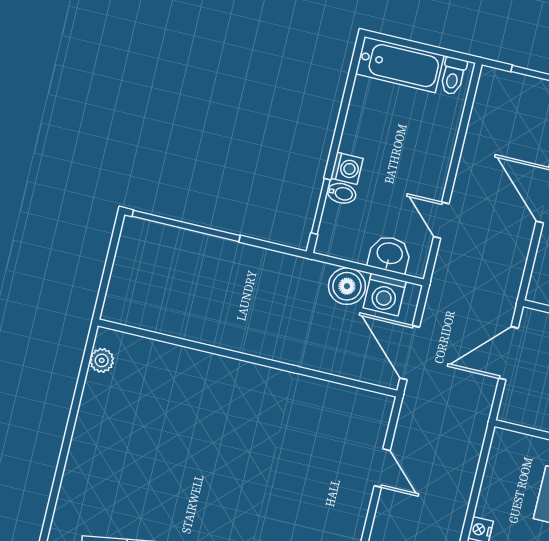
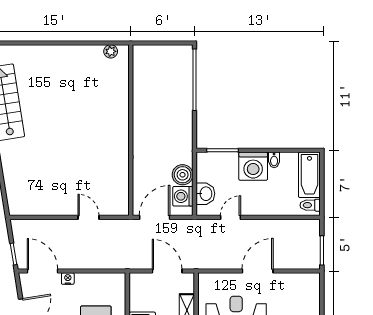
washing machine: (347, 168) -> (253, 166), width x1.89, depth x1.89
bidet: (342, 193) -> (274, 160), moved
door: (382, 468) -> (88, 217), swing flipped

